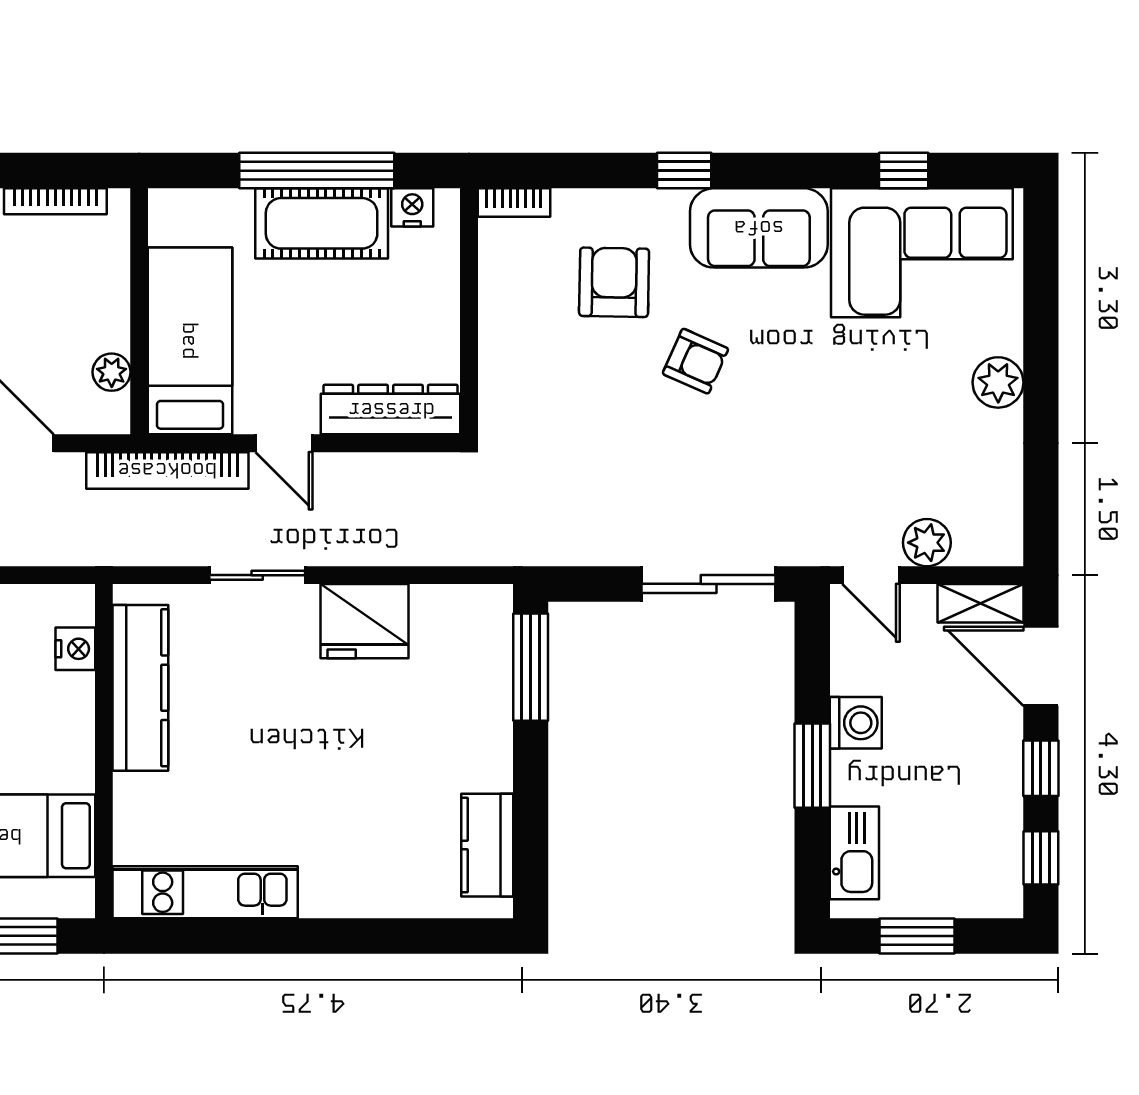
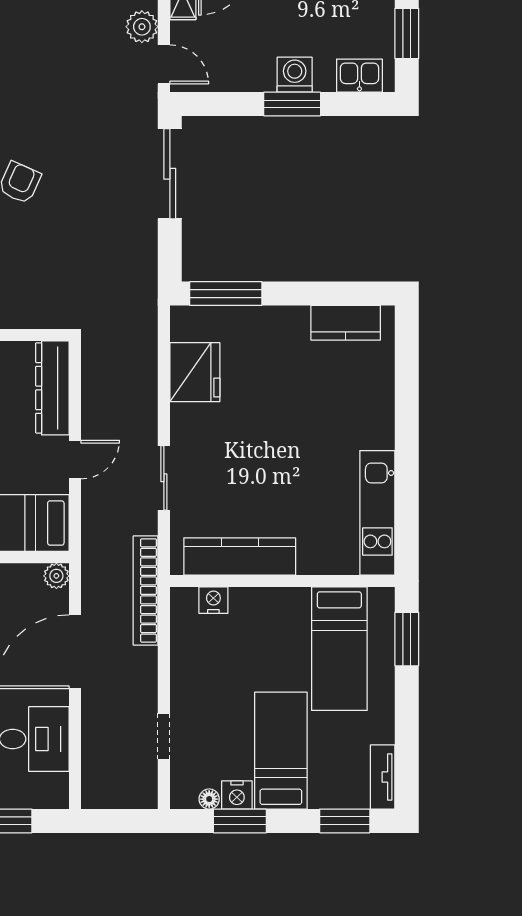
plant: (112, 372) -> (56, 576), moved
bookcase: (167, 470) -> (146, 590), moved, turned 180
door: (871, 575) -> (164, 64), hinge flipped
fridge: (364, 621) -> (195, 372), moved
washing machine: (856, 723) -> (295, 75), moved
kitchen sink: (854, 853) -> (359, 76), width x0.73

